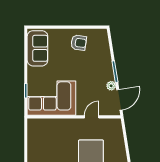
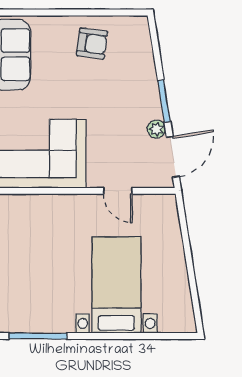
door: (92, 117) -> (118, 191), swing flipped

